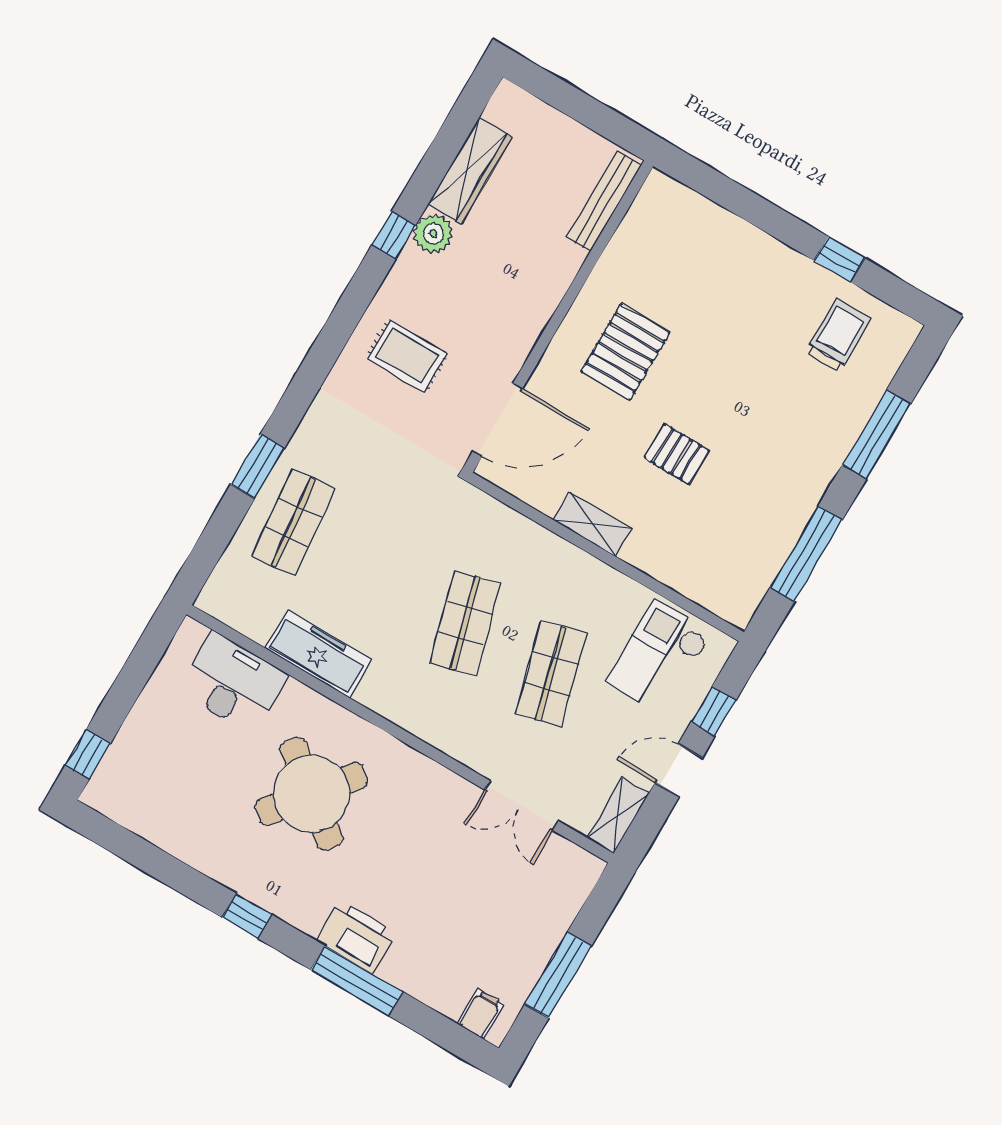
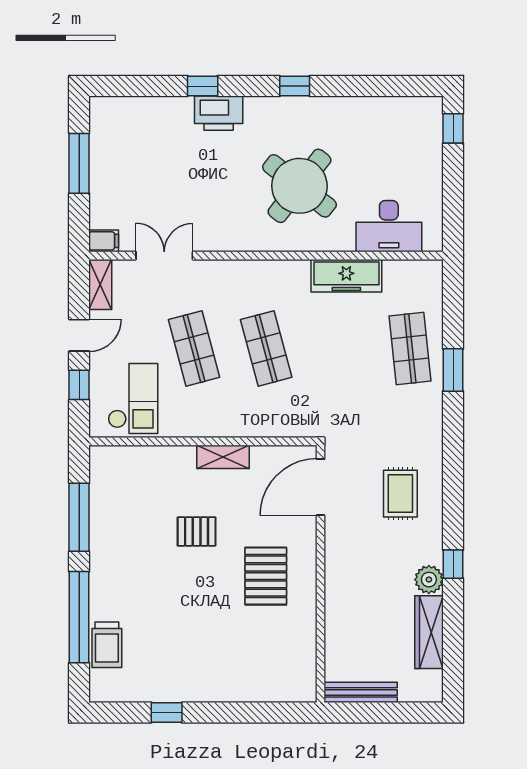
bench: (604, 201) -> (361, 692), moved, turned 90
trolley: (838, 335) -> (107, 645), moved
rug: (407, 356) -> (400, 494), turned 90
window: (877, 434) -> (79, 617), width x1.46
window: (357, 981) -> (203, 86), width x0.46
filing cabinet: (480, 1014) -> (104, 241), moved, turned -90

